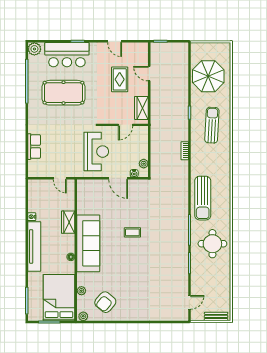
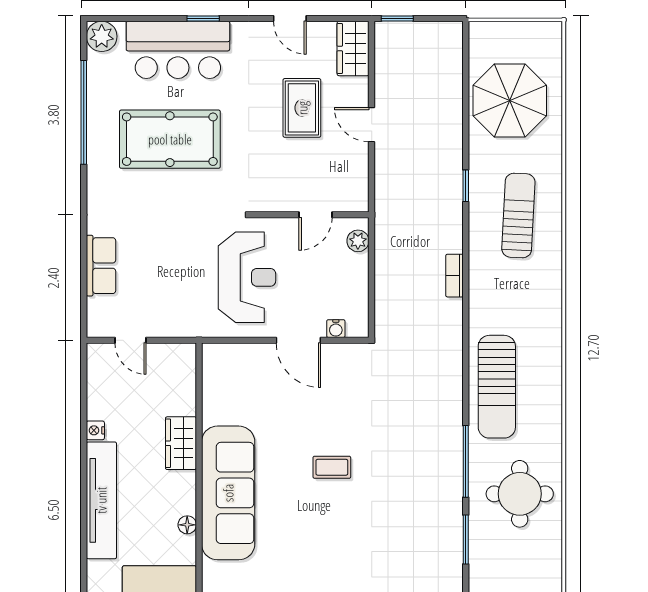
door: (149, 74) -> (372, 125), moved
wardrobe: (141, 108) -> (353, 49), moved
plant: (144, 164) -> (358, 241), moved
door: (60, 178) -> (131, 340), moved

